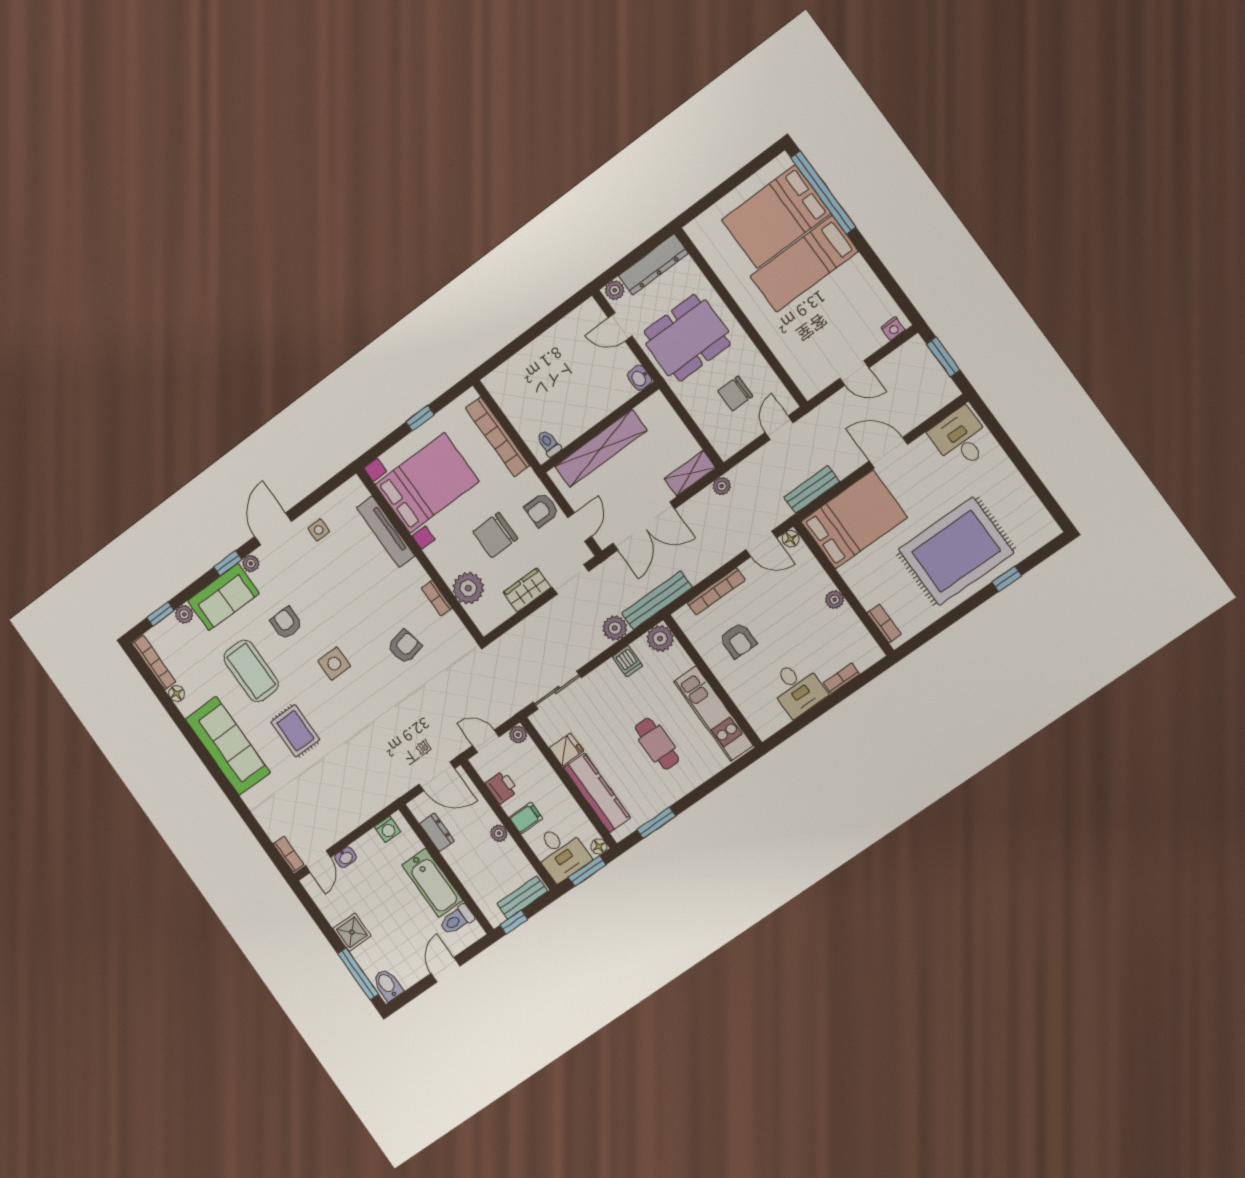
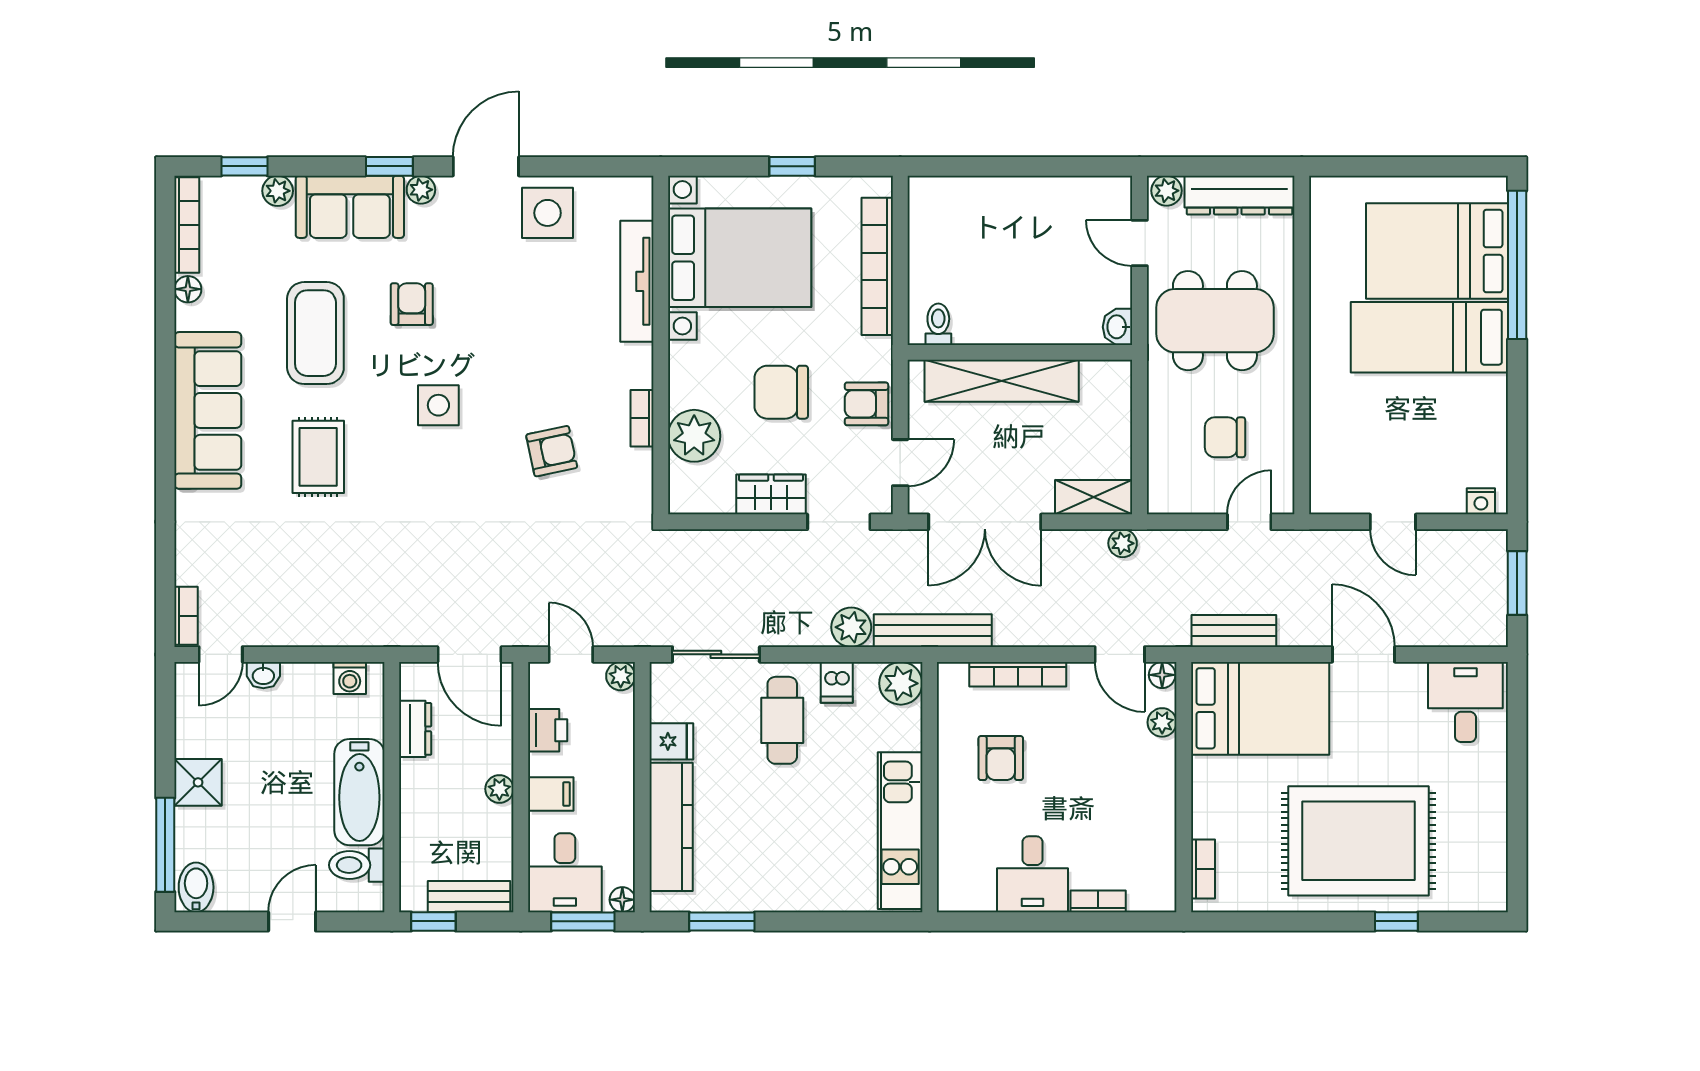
side table: (319, 530) -> (548, 213), width x1.87, depth x1.87
plant: (835, 600) -> (1162, 722), moved
cafe table: (657, 744) -> (782, 720), moved

